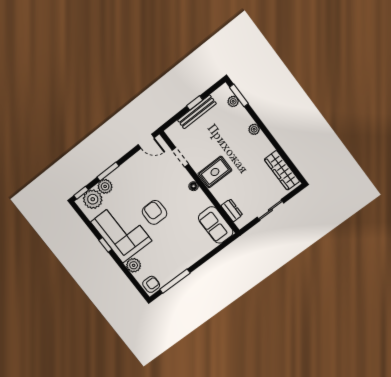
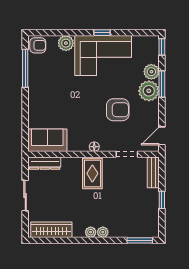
plant: (233, 101) -> (91, 232), moved
bench: (197, 112) -> (153, 172), moved, width x0.73
plant: (93, 199) -> (149, 91), moved
dresser: (232, 210) -> (45, 163), width x1.44
armchair: (155, 212) -> (118, 110), moved
armchair: (151, 284) -> (38, 45), turned -90

